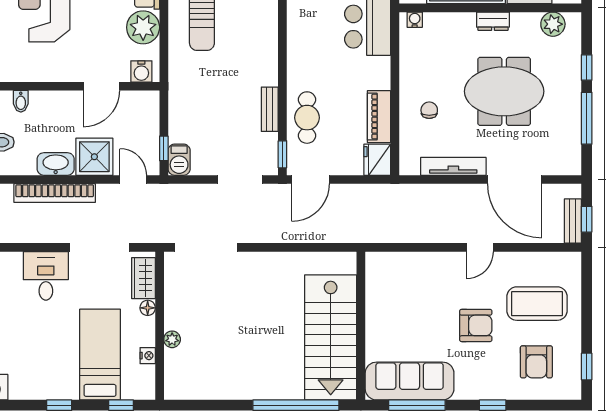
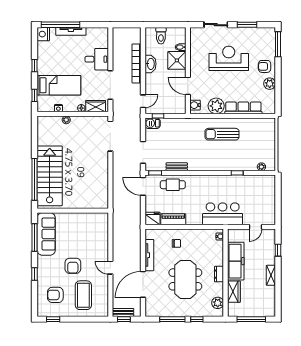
shower: (94, 157) -> (177, 60), moved
stairs: (331, 337) -> (50, 176), moved, turned 90

